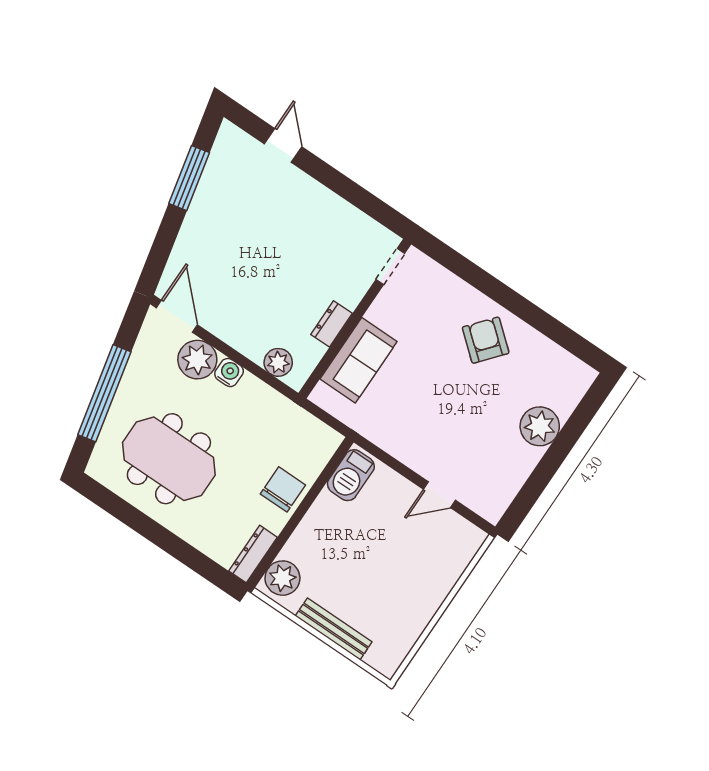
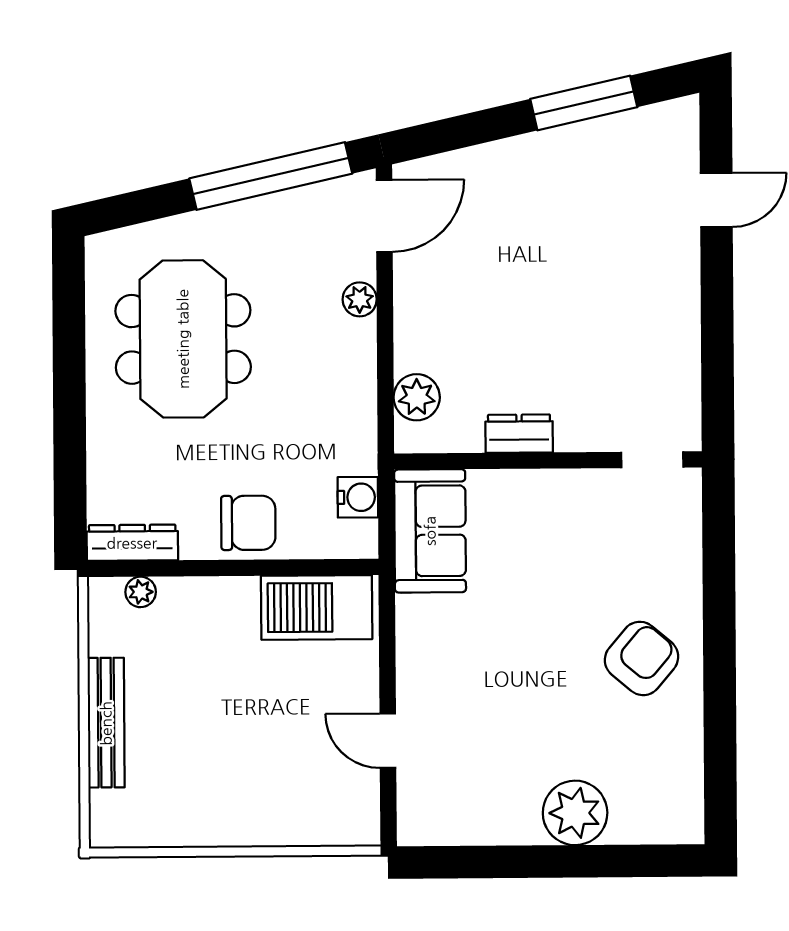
plant: (197, 360) -> (360, 299), width x0.53, depth x0.53
sofa: (358, 360) -> (430, 531), moved, turned -90
water cooler: (229, 373) -> (358, 497), moved
window: (104, 393) -> (271, 176), moved
barbecue: (351, 475) -> (317, 607), width x1.37, depth x1.21
plant: (282, 578) -> (141, 592), width x0.53, depth x0.53

